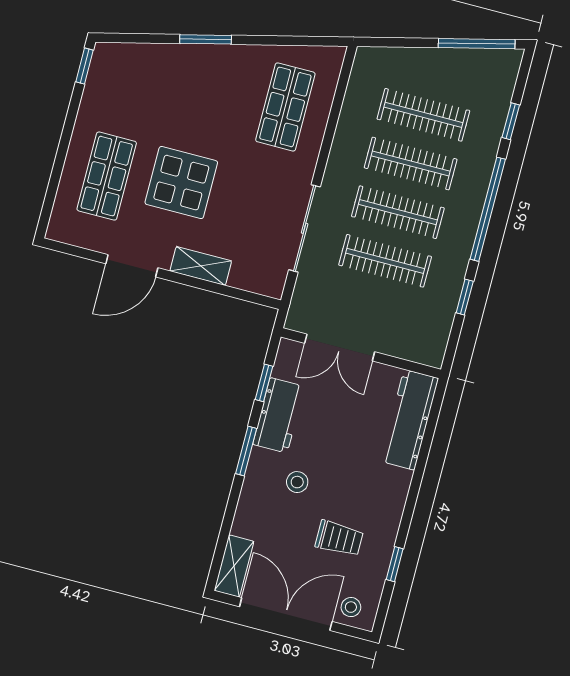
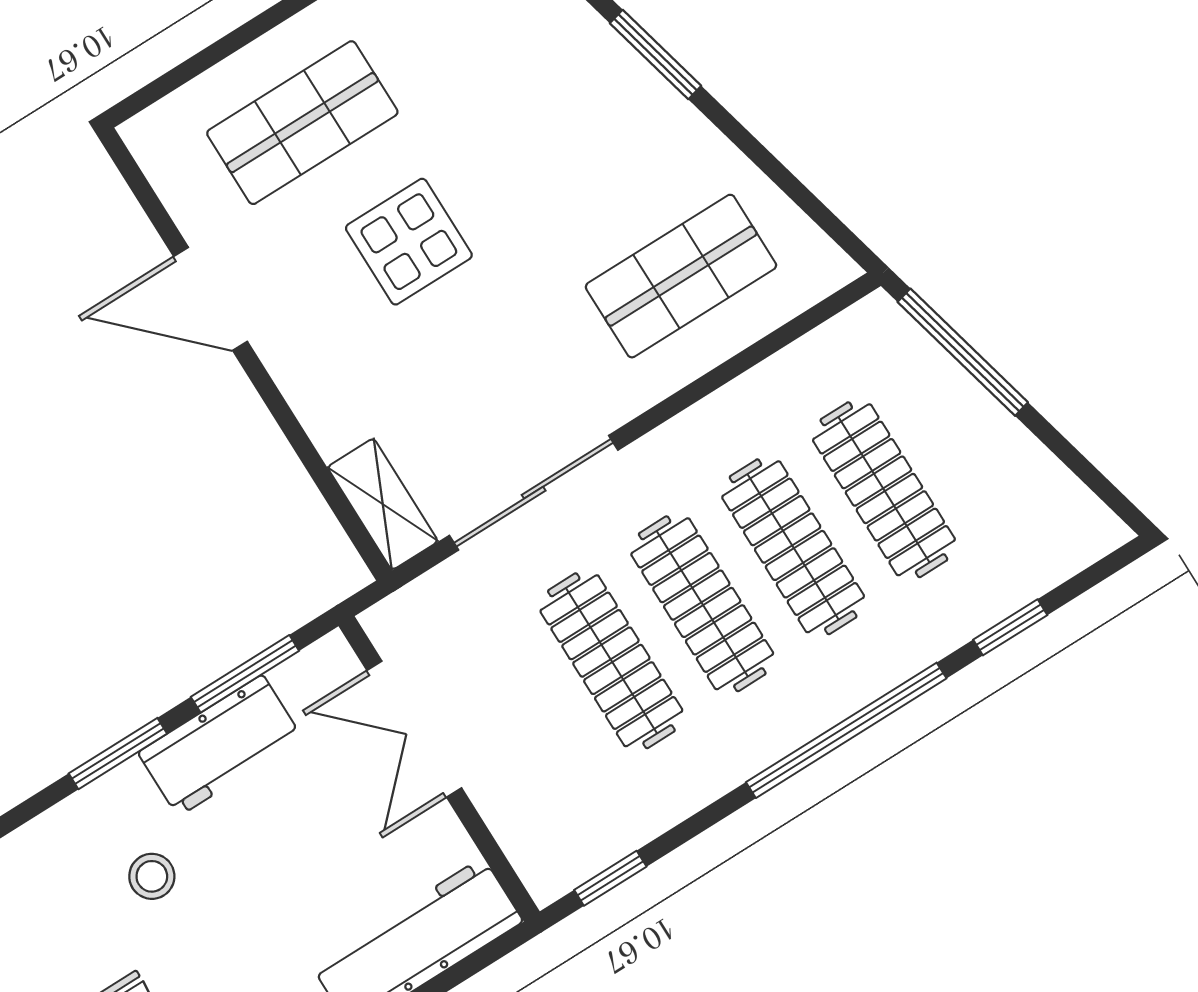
window: (477, 44) -> (963, 352), moved
display table: (181, 183) -> (409, 242), width x0.73, depth x0.73
shelving: (201, 266) -> (383, 504), moved
window: (465, 297) -> (610, 878), moved
window: (264, 383) -> (245, 674), width x1.50

